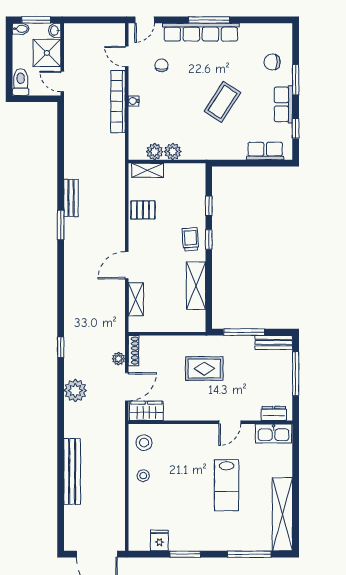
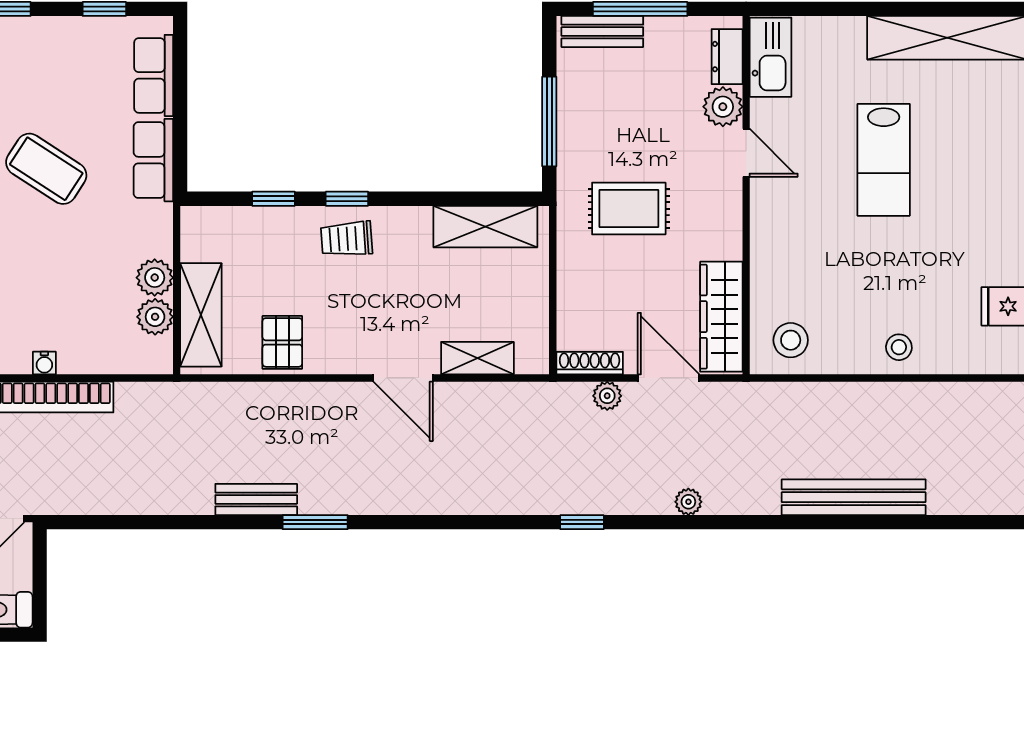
row of seats: (283, 104) -> (153, 160), moved, turned 90
shelving: (148, 170) -> (201, 315), width x1.50, depth x1.33
shelving: (196, 286) -> (485, 227), moved
bench: (274, 342) -> (602, 32), moved, turned 90
rug: (204, 369) -> (629, 209), turned 90
plant: (75, 390) -> (688, 502), width x0.53, depth x0.53
wardrobe: (146, 411) -> (721, 317), width x1.50
plant: (251, 412) -> (723, 107), added
stool: (143, 476) -> (899, 347), moved
lab bench: (227, 485) -> (884, 160), turned 90

